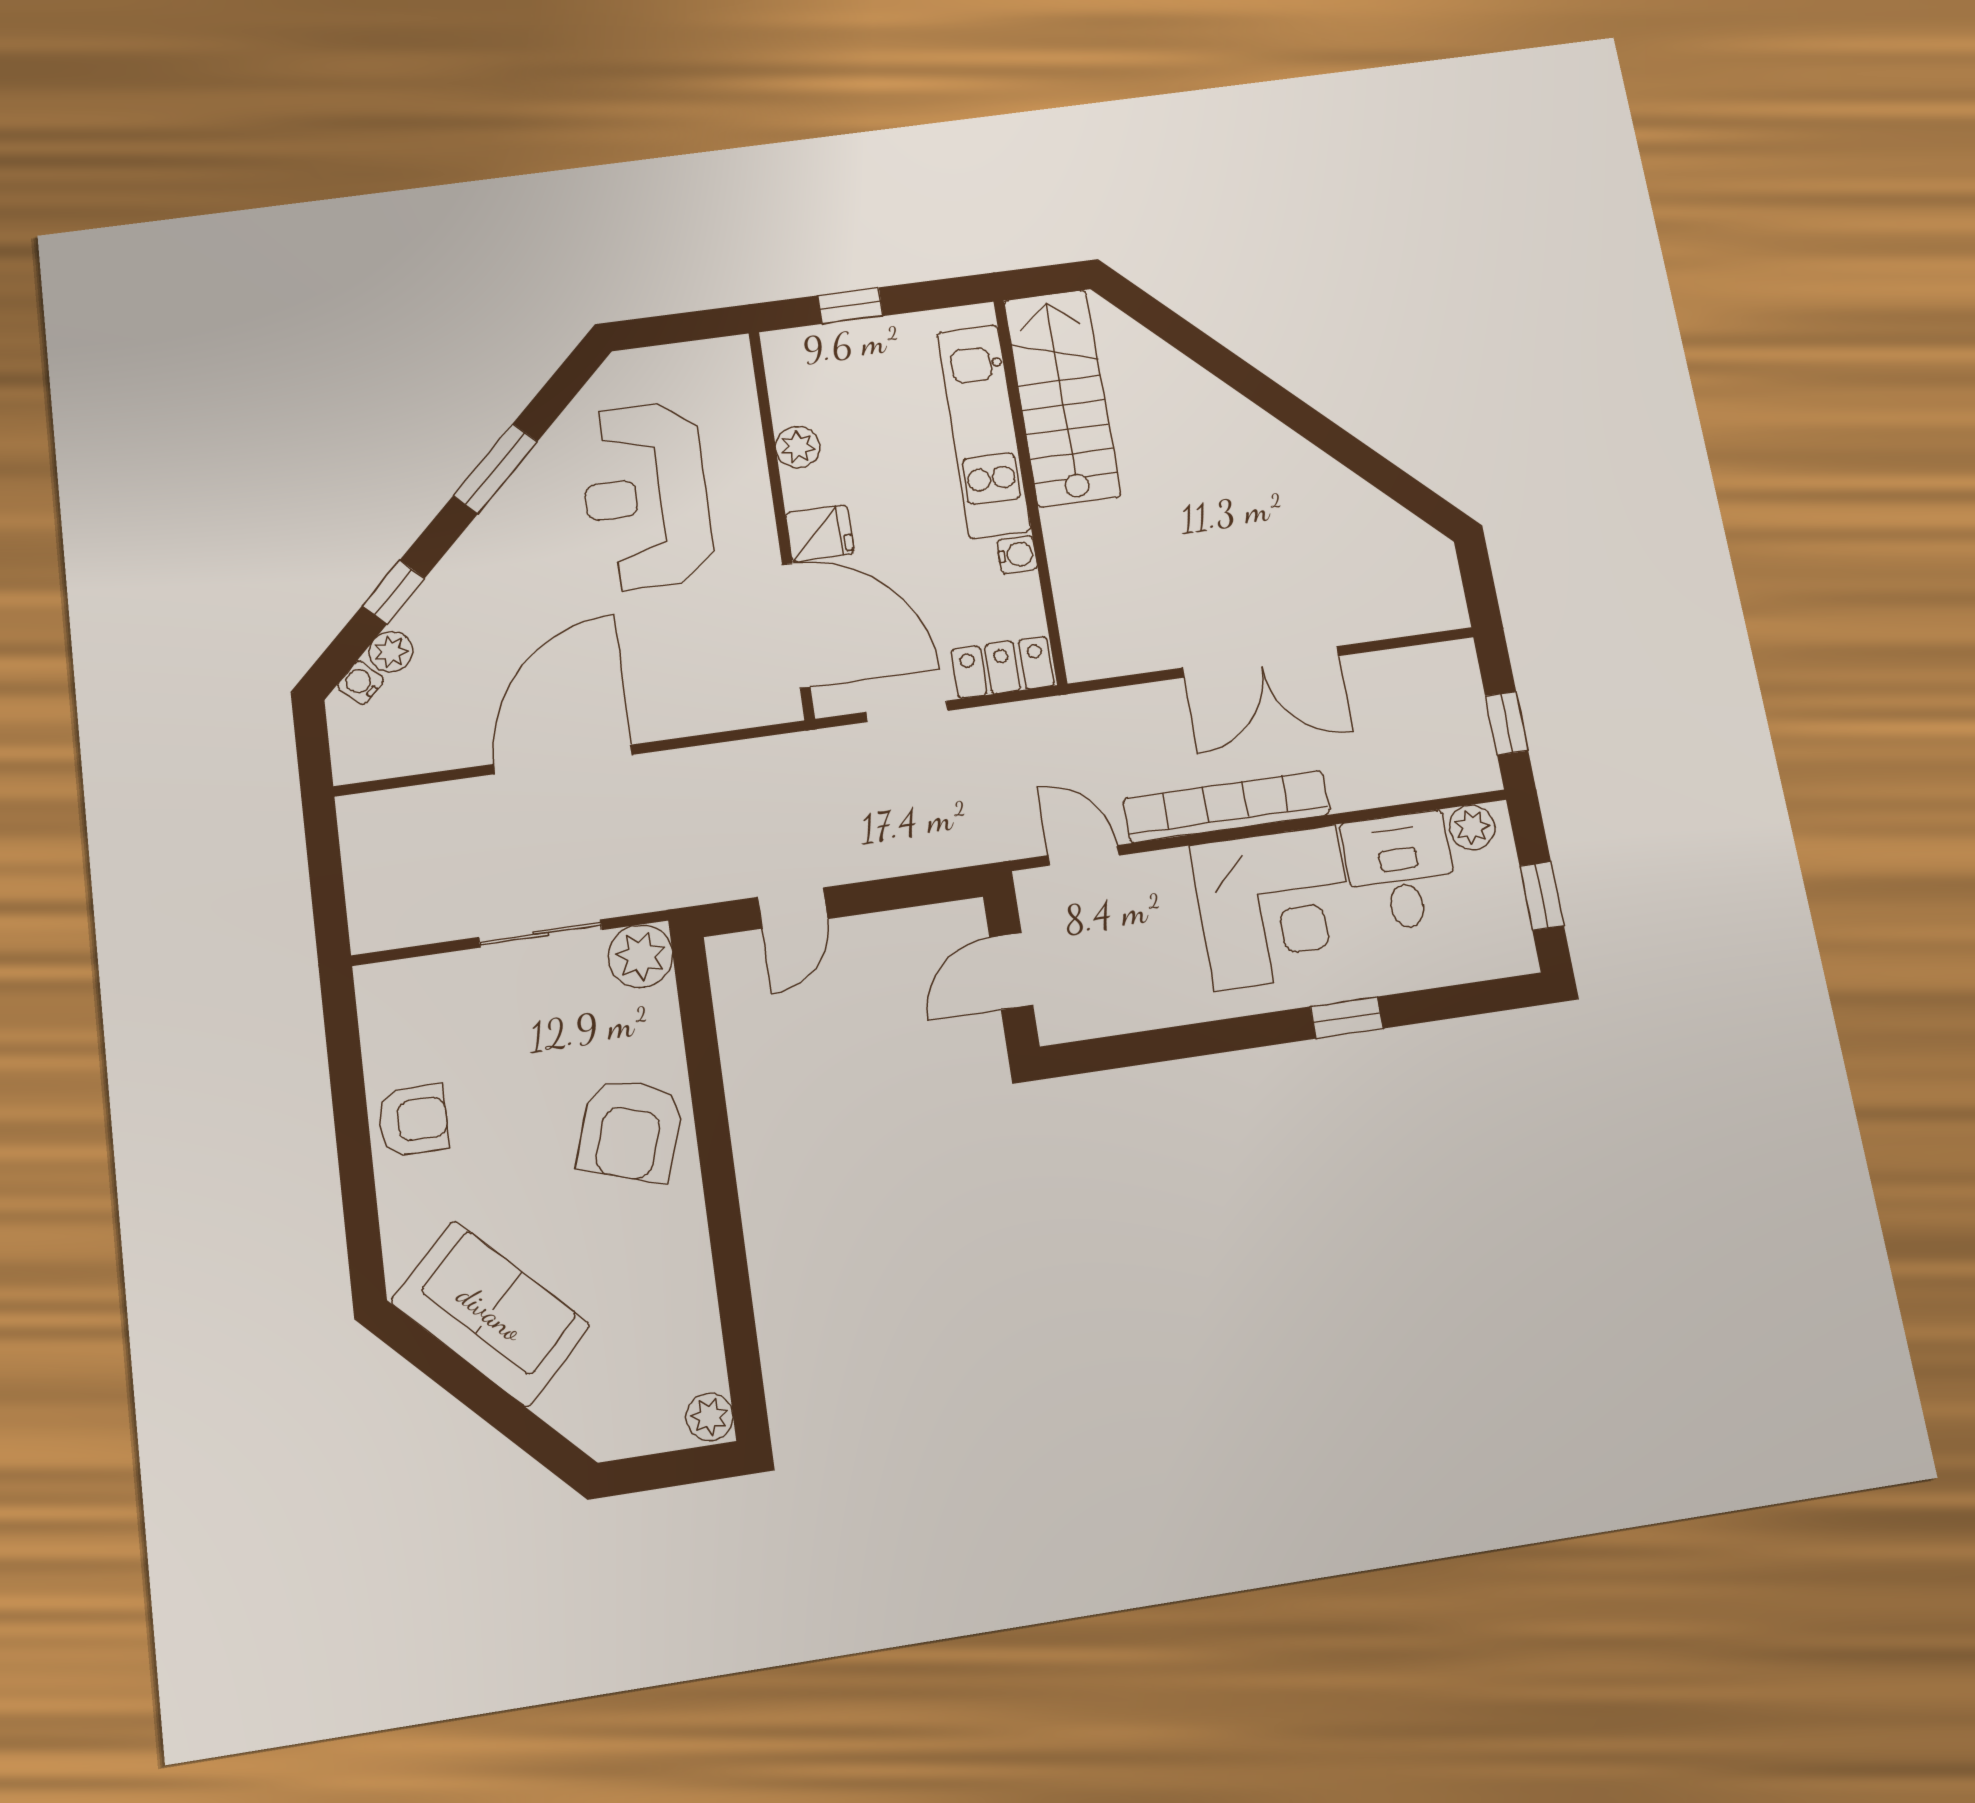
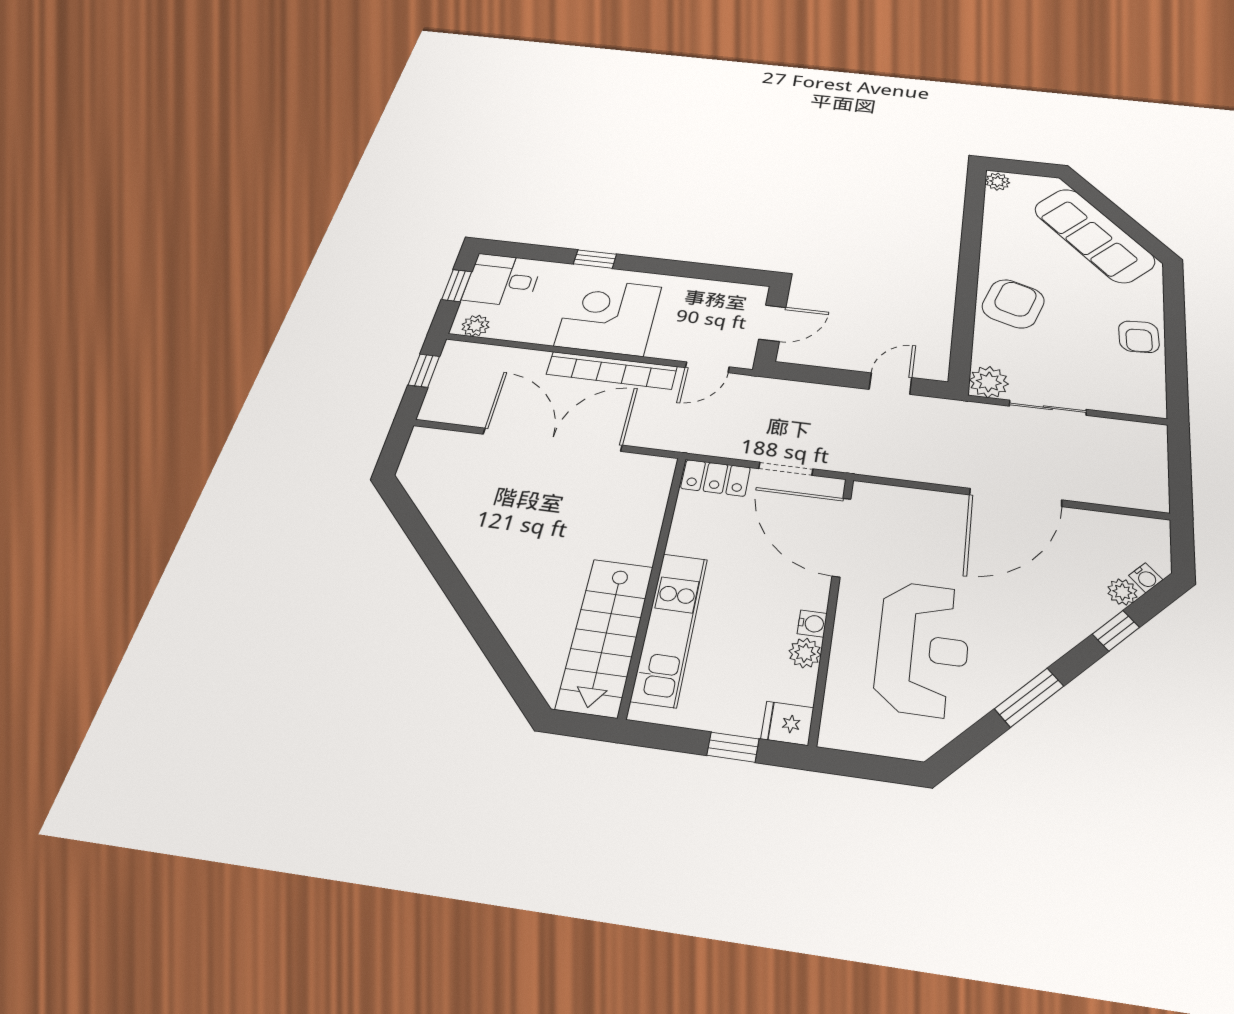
fridge: (820, 533) -> (787, 723), moved
water cooler: (1017, 554) -> (812, 624), moved, turned 180
double door: (1261, 662) -> (552, 440), width x1.36
door: (1084, 855) -> (707, 367), hinge flipped
desk: (1401, 872) -> (502, 280), moved, turned 90
armchair: (413, 1120) -> (1139, 337), turned -93
sofa: (490, 1313) -> (1094, 235), width x1.36

